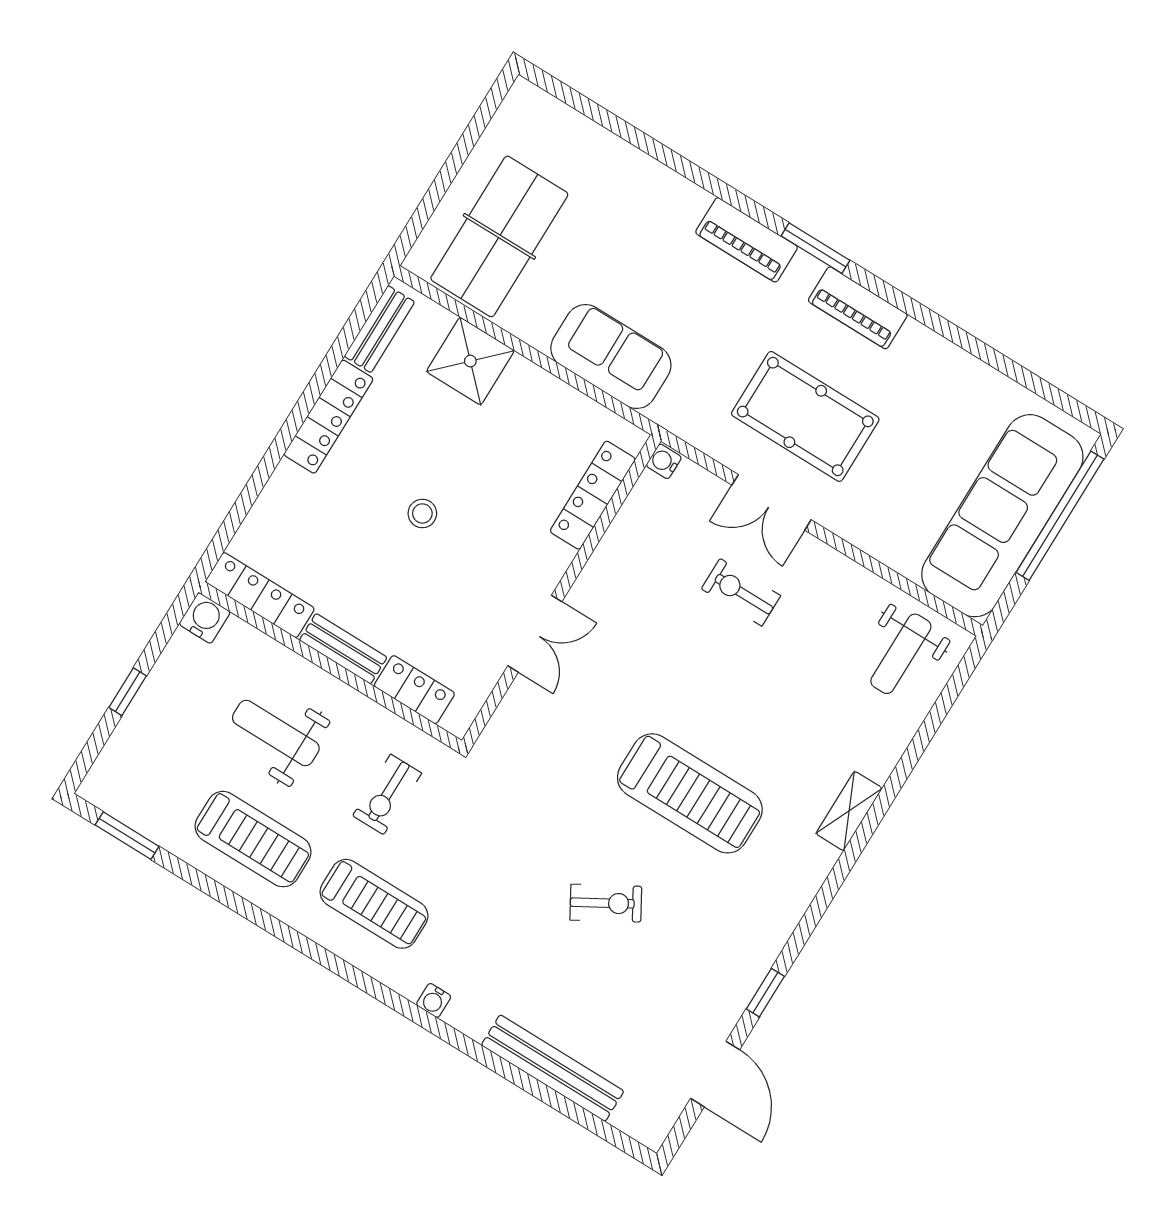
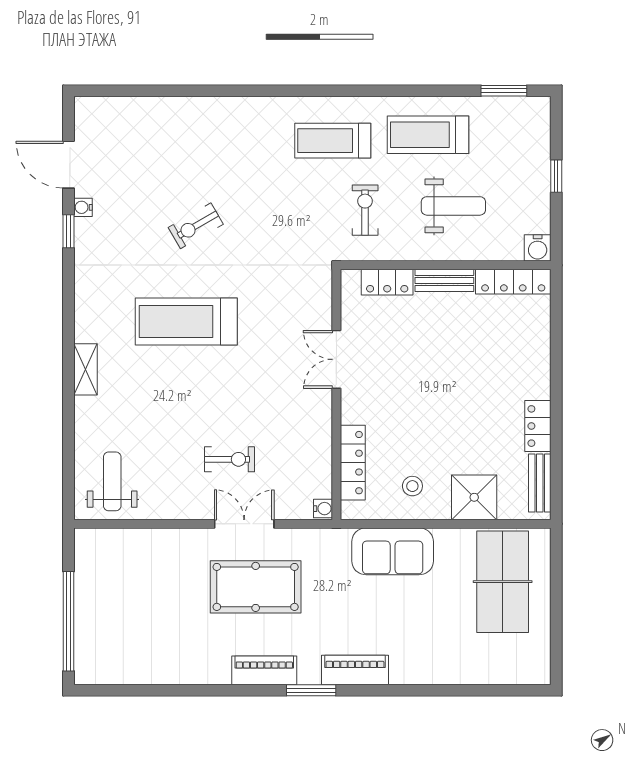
locker: (328, 417) -> (538, 426), width x0.66
stool: (422, 513) -> (412, 486), moved
sofa: (1002, 516) -> (103, 600), removed
water cooler: (434, 1000) -> (83, 207), moved, turned -90
bench: (553, 1068) -> (167, 109), removed

